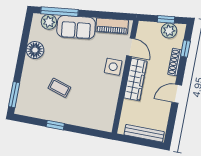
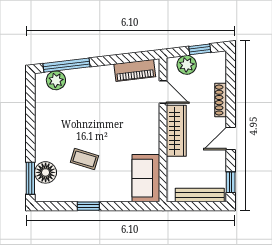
sofa: (76, 27) -> (146, 178), moved, turned 97
plant: (169, 31) -> (187, 65), moved
window: (185, 49) -> (231, 182), moved
floor lamp: (35, 50) -> (46, 172), moved
side table: (113, 67) -> (146, 120), removed

